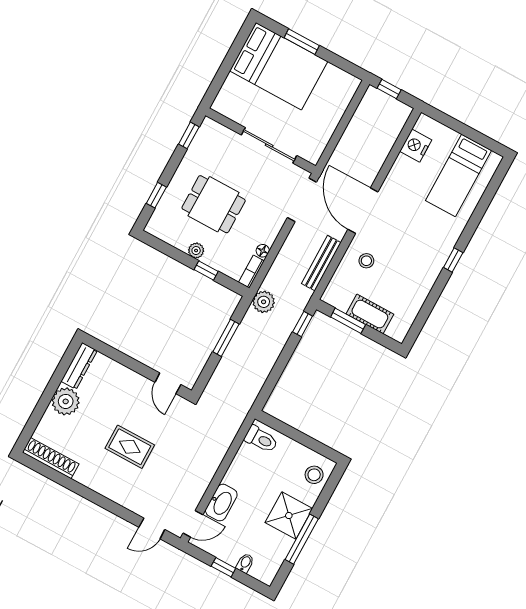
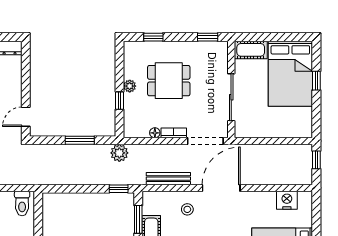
window: (302, 42) -> (316, 81), width x0.67
cot: (229, 96) -> (251, 50), added
dining table: (214, 204) -> (169, 81), turned 90
bookcase: (251, 272) -> (174, 133), moved

